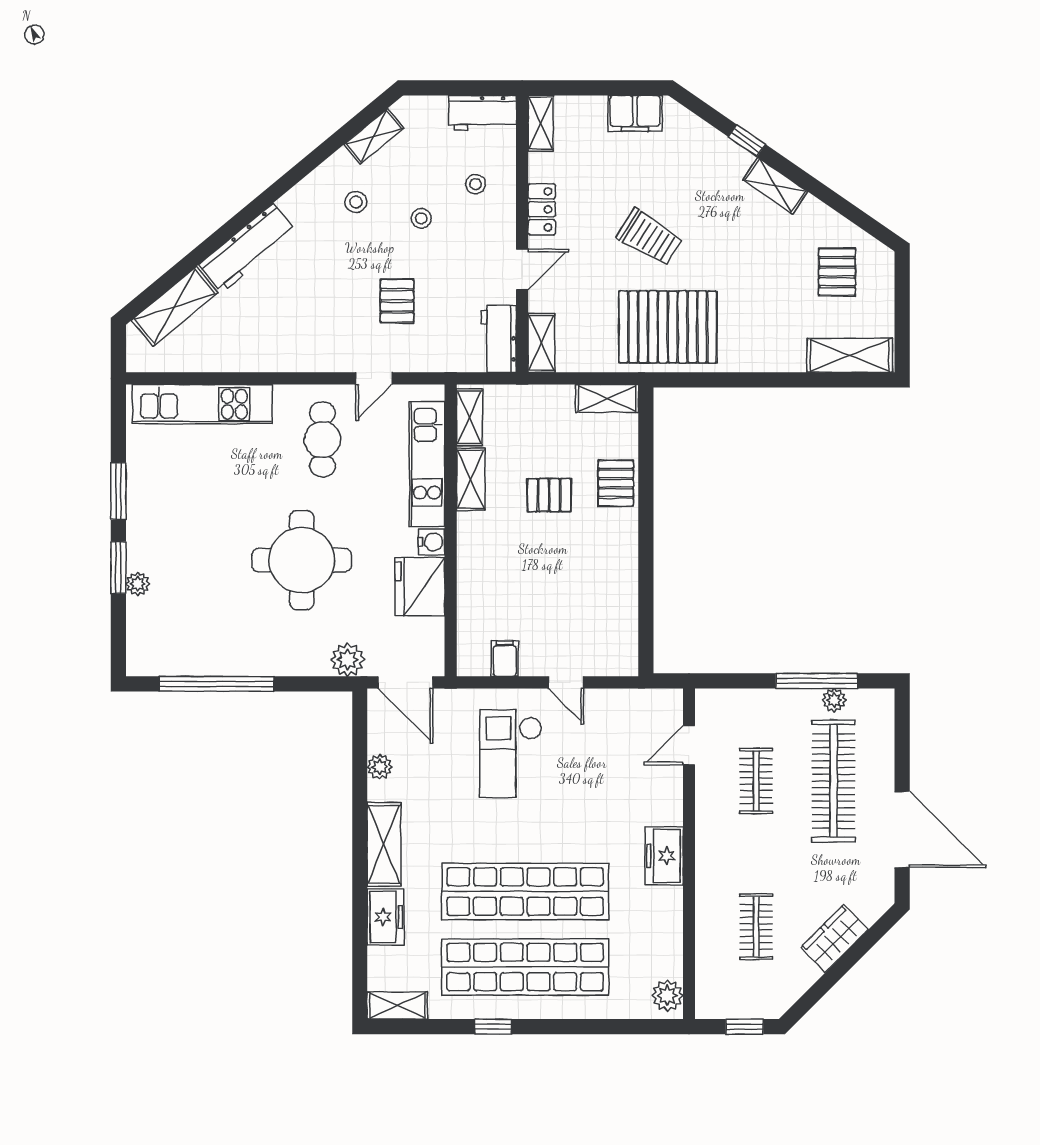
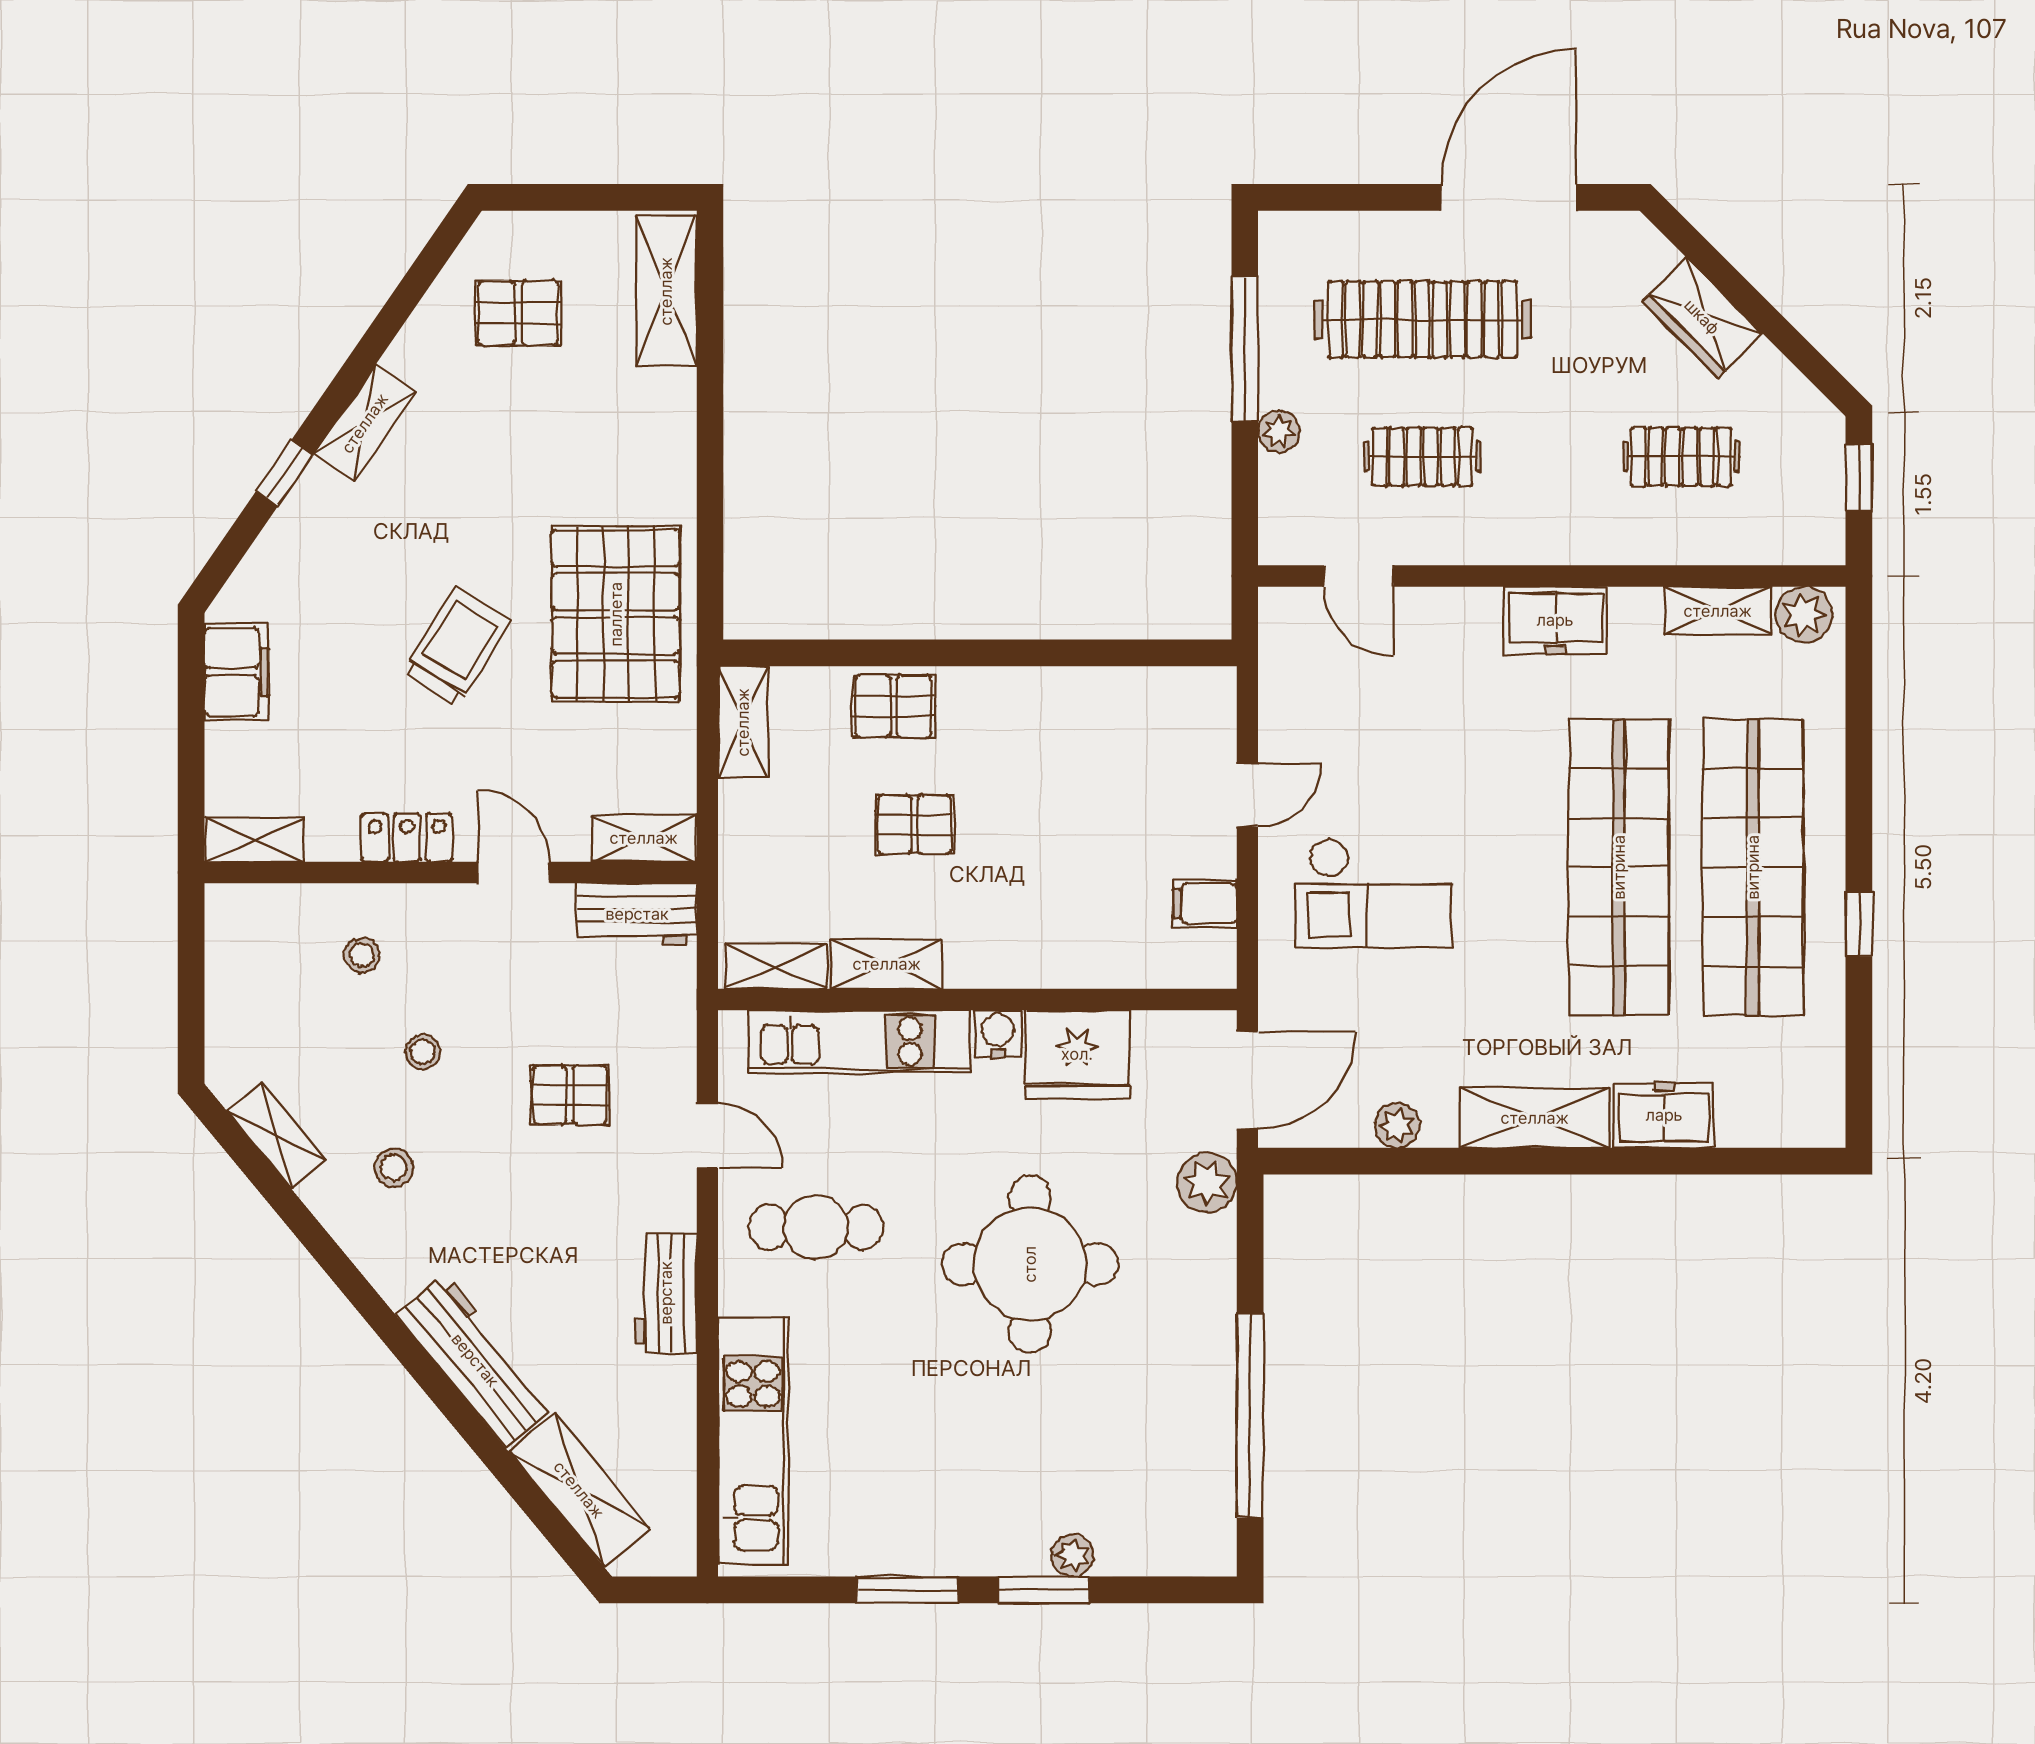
workbench: (483, 113) -> (666, 1293), moved, turned 180
pallet: (549, 495) -> (915, 825), turned 90
plant: (834, 700) -> (1279, 431), moved
shelving: (397, 1006) -> (1718, 611), moved, turned 90

